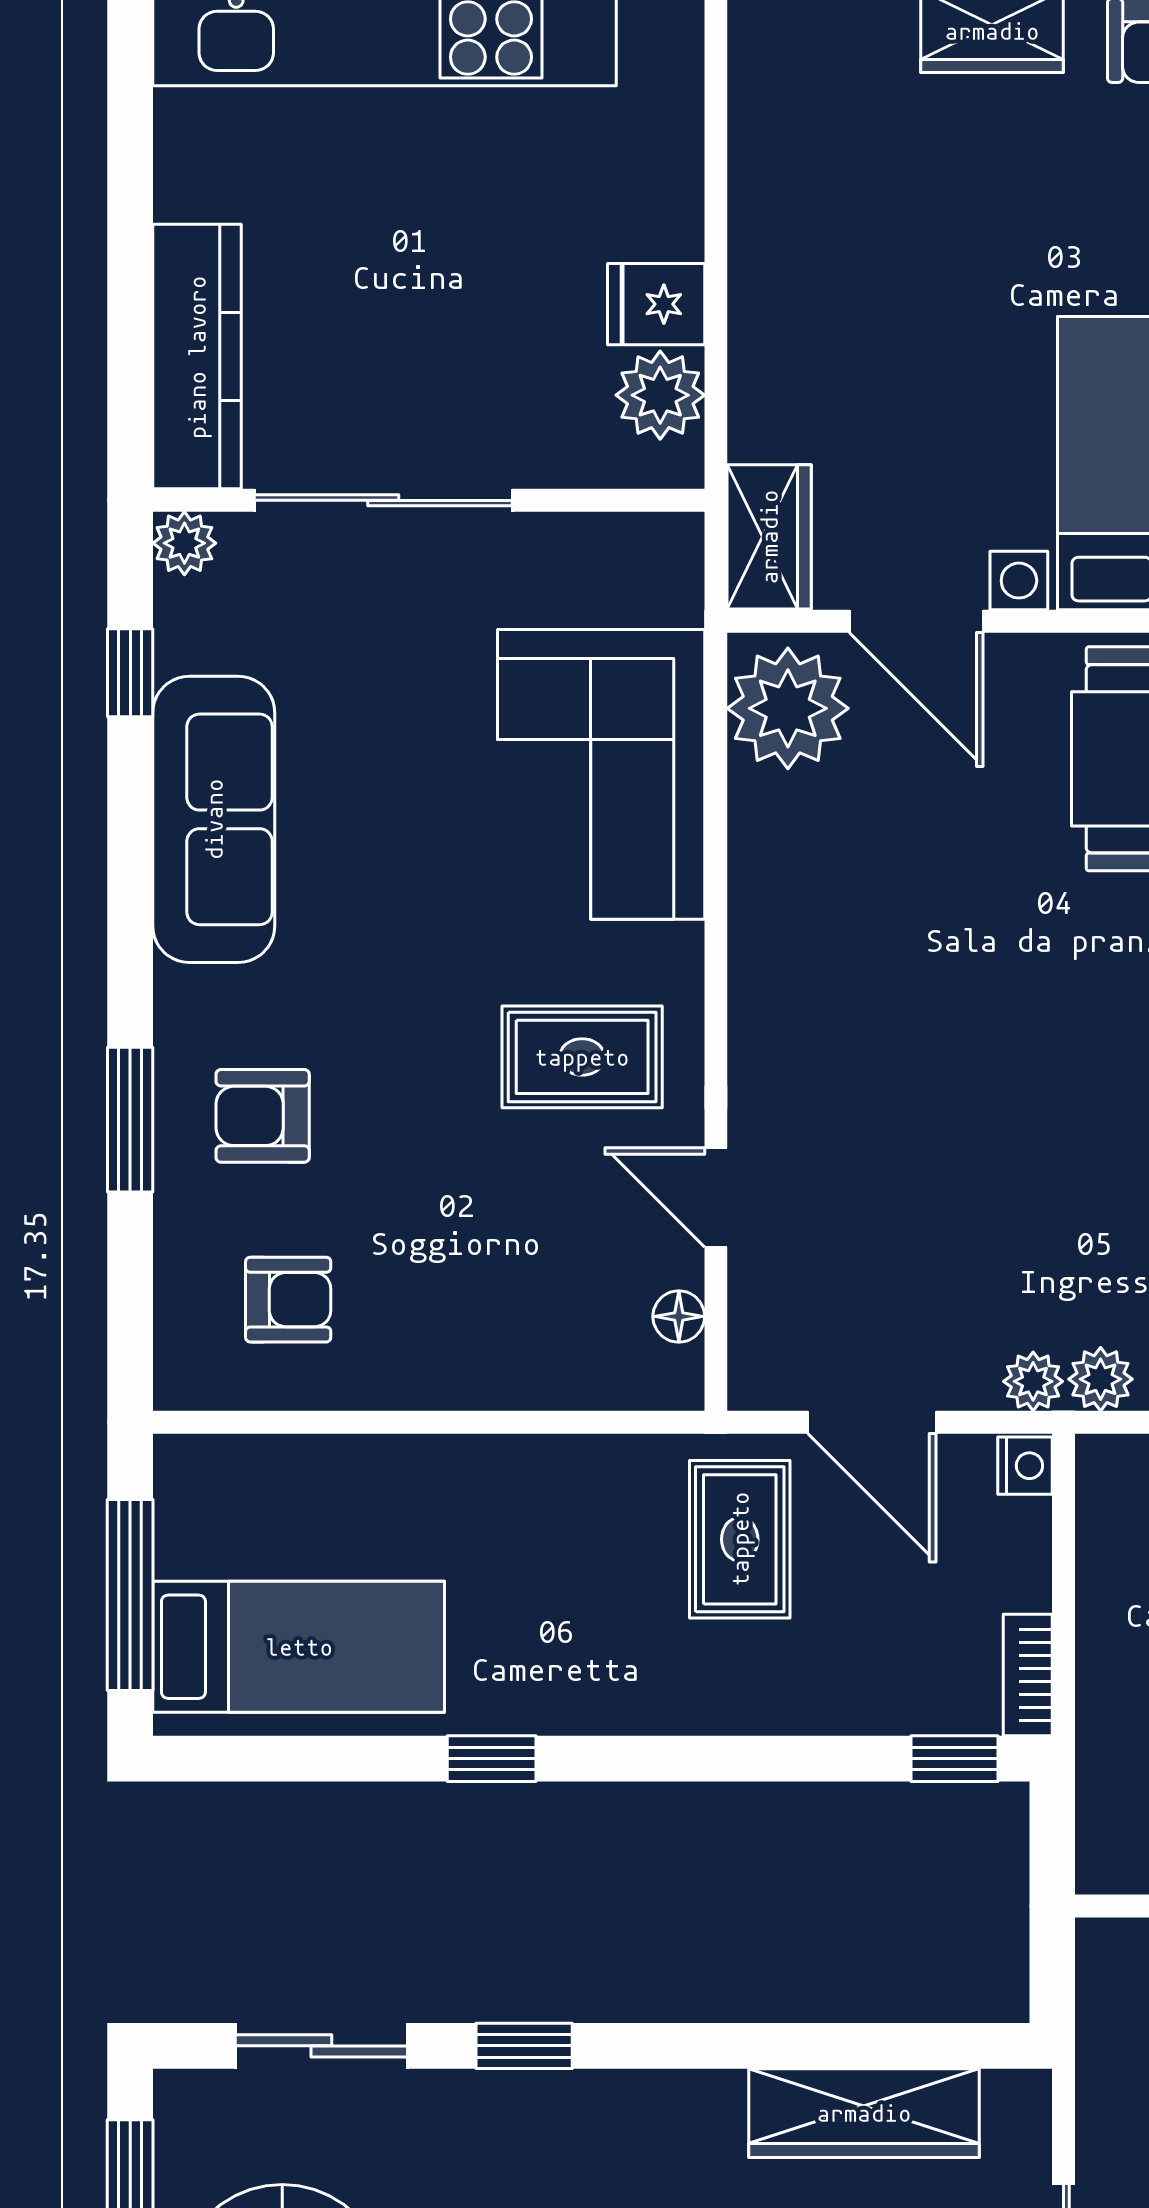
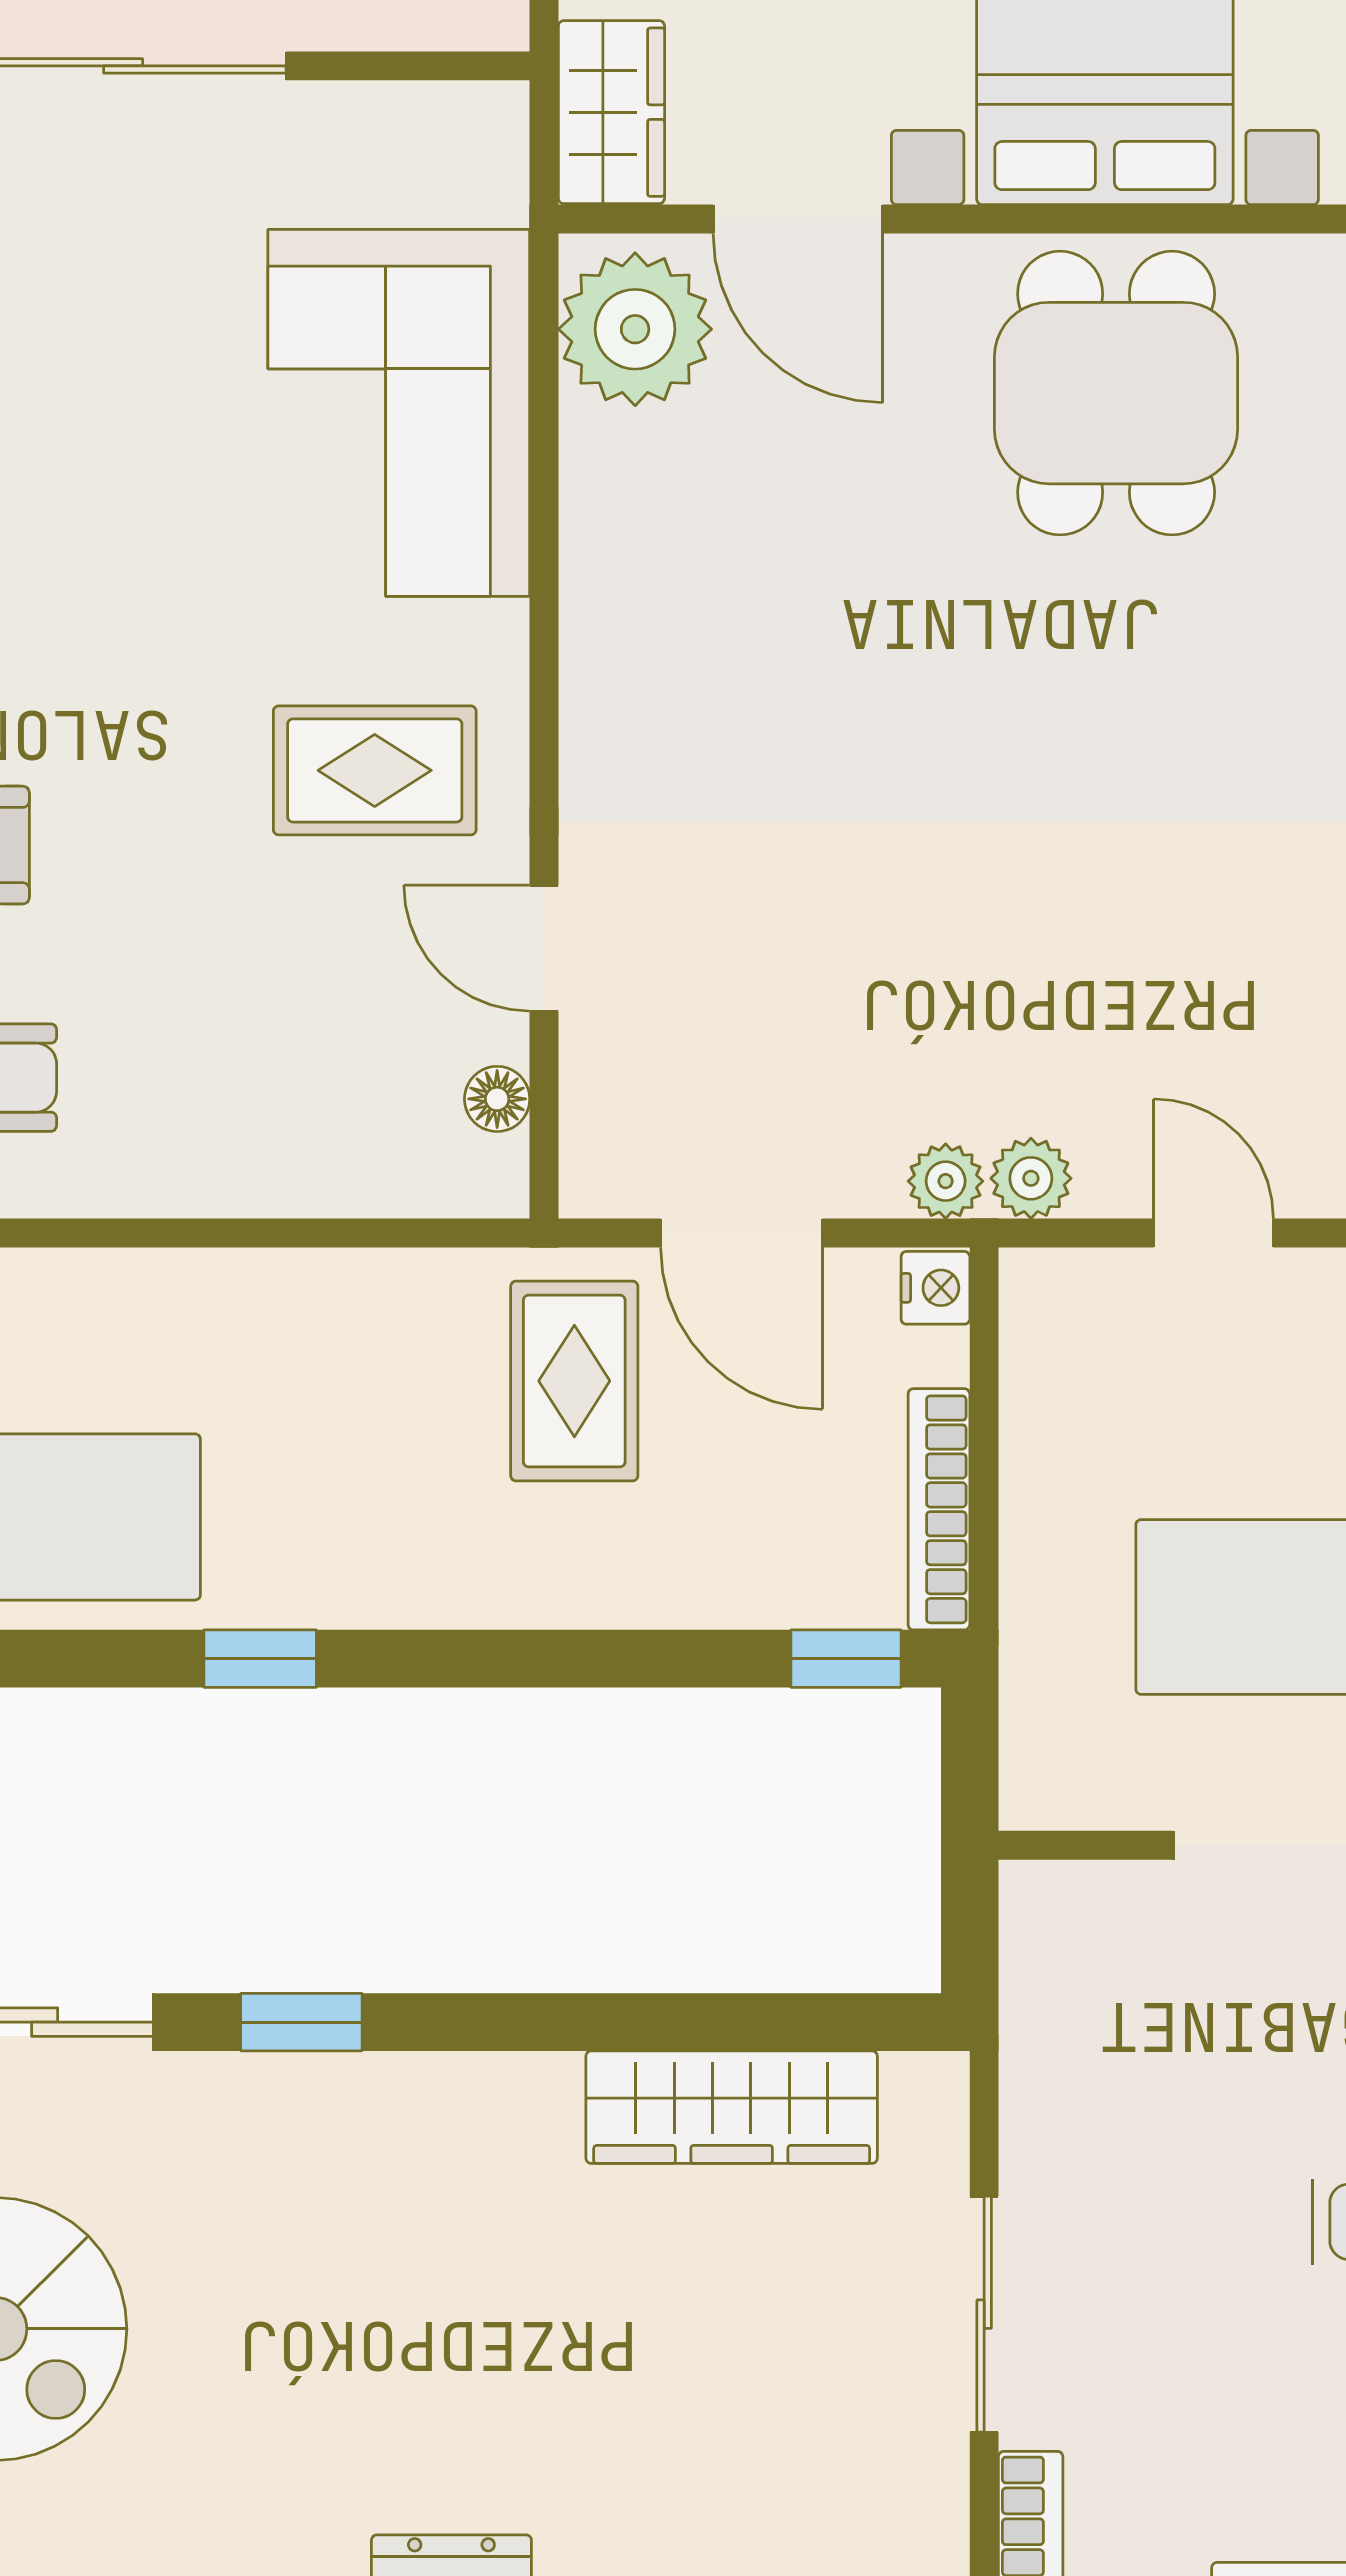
bookcase: (1028, 1675) -> (939, 1509), width x1.56

